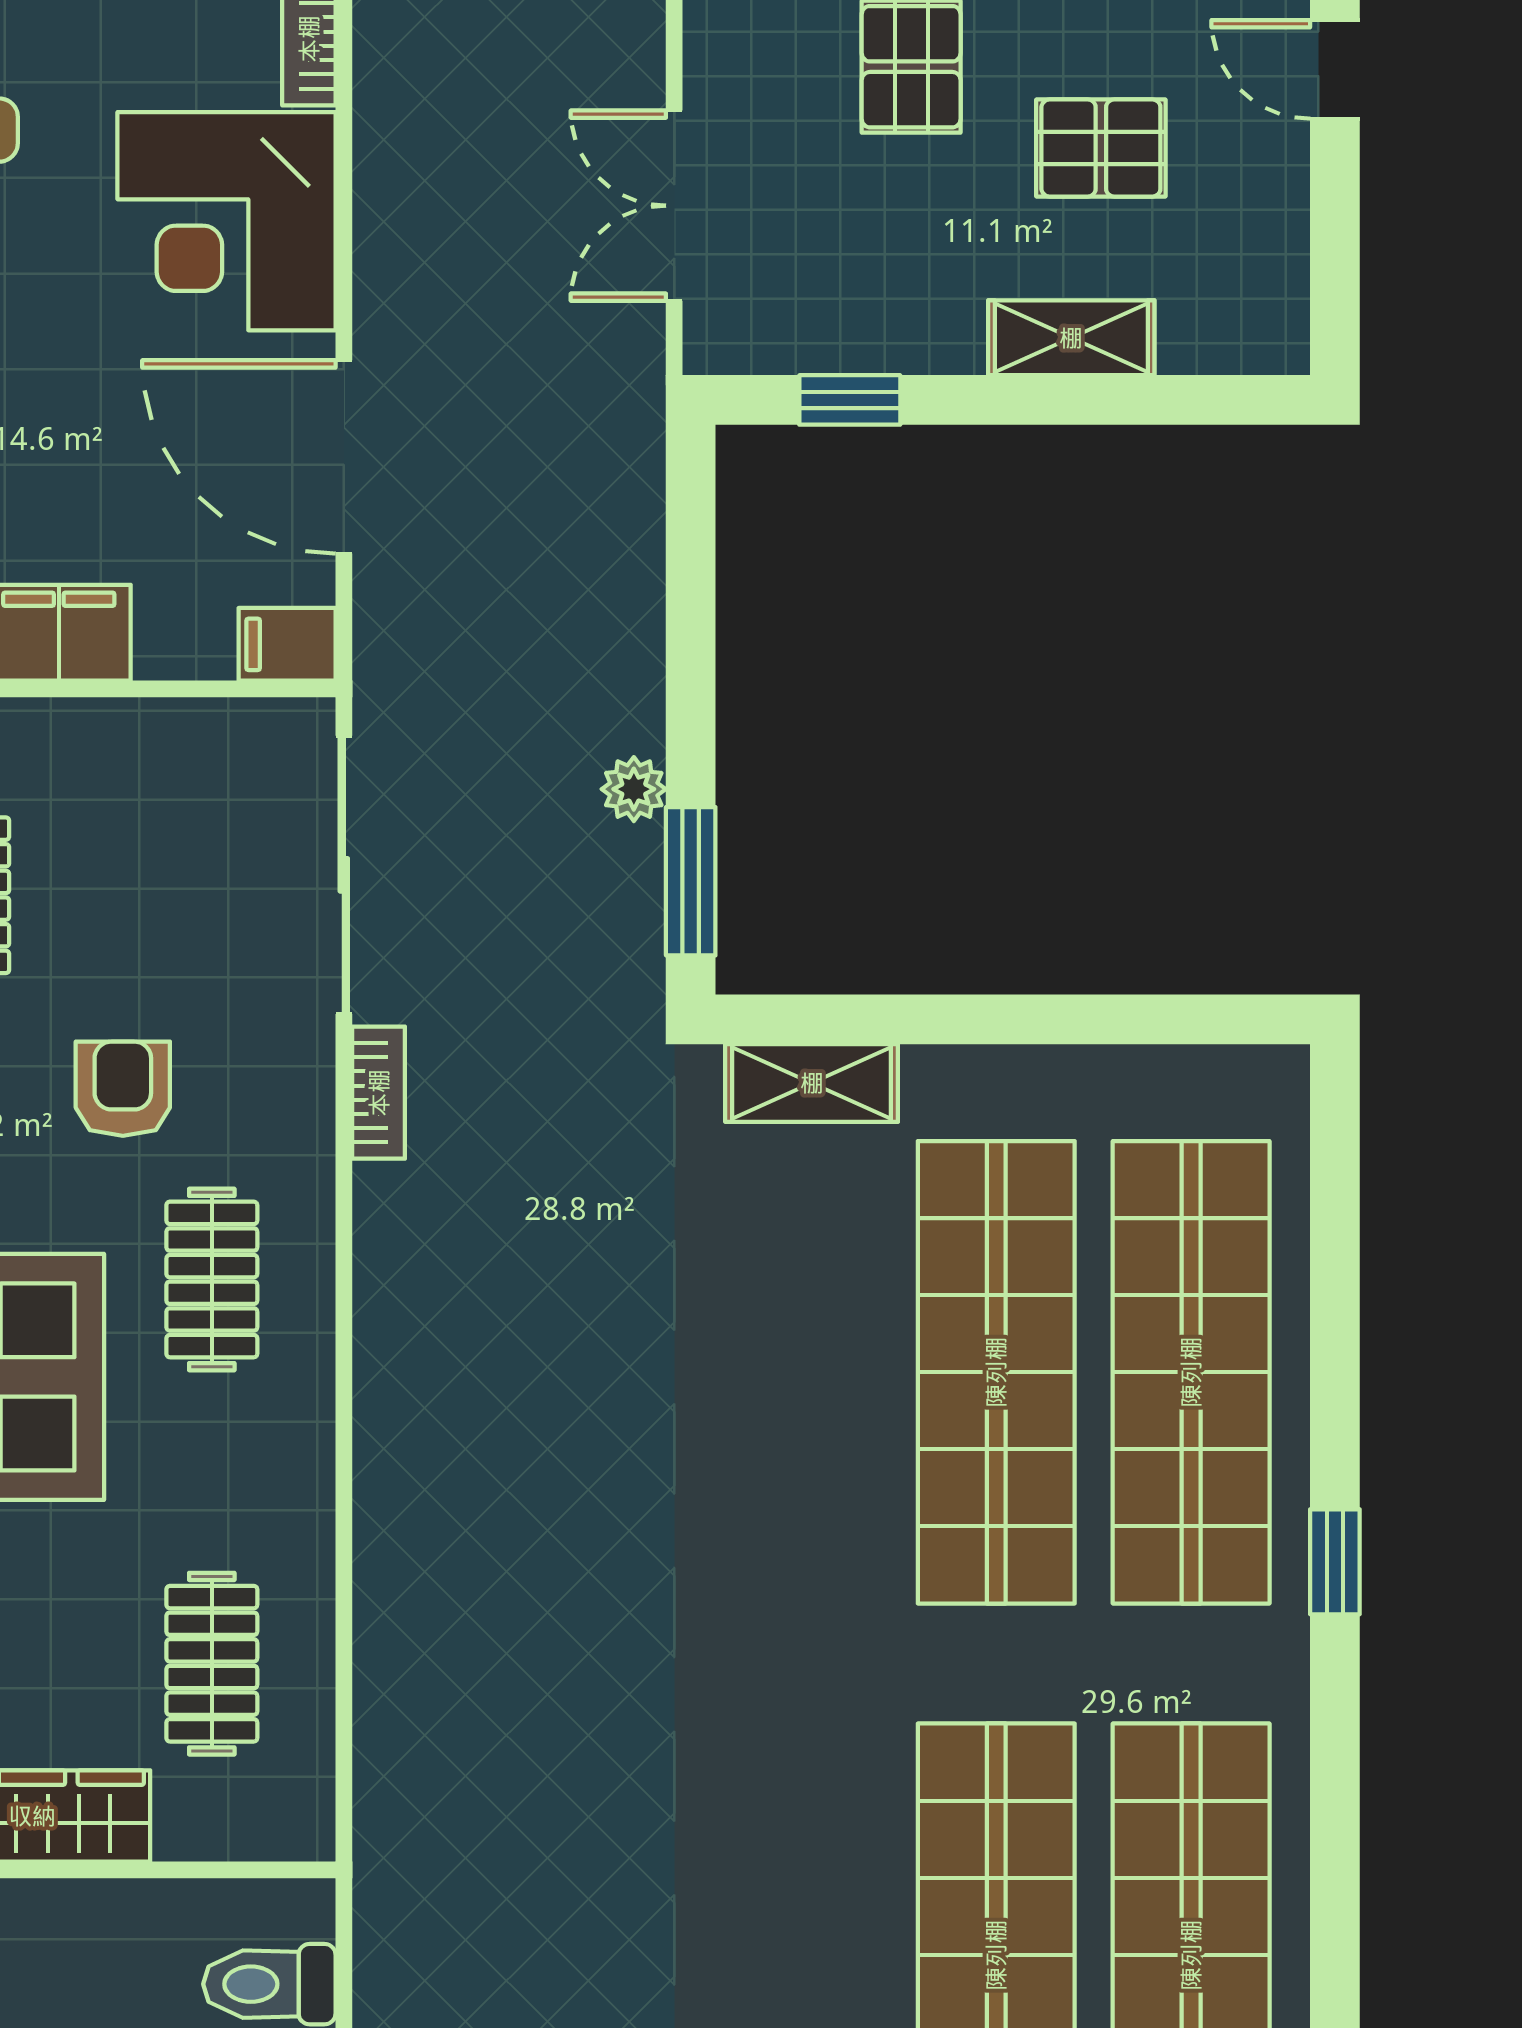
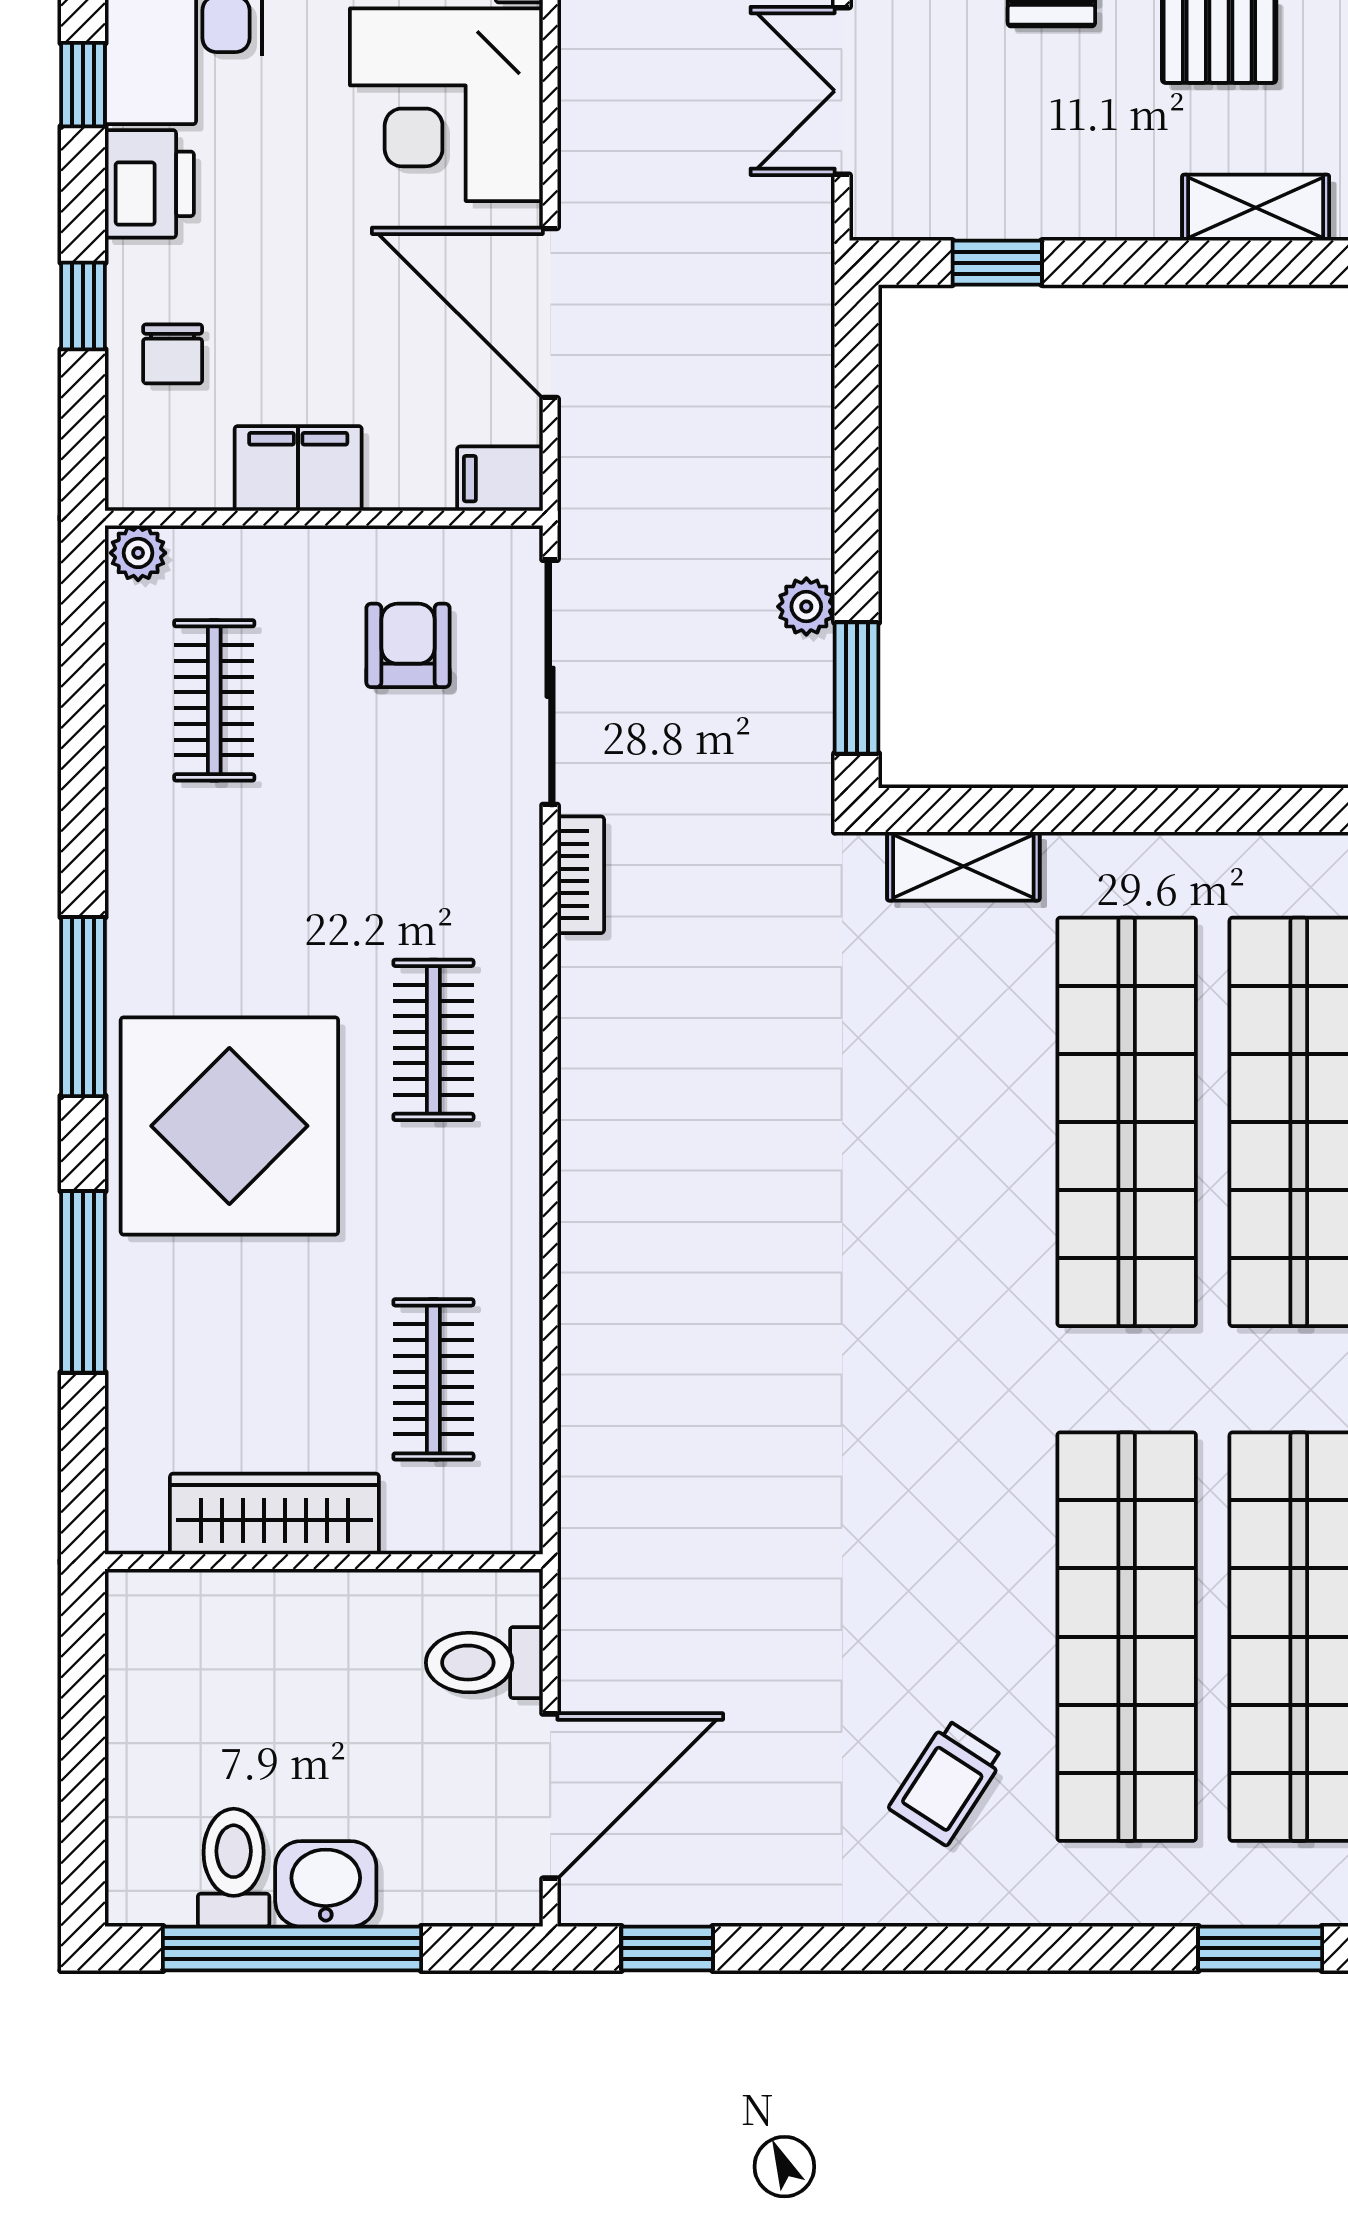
shelving: (1071, 338) -> (1256, 208), moved
armchair: (123, 1089) -> (408, 645), moved

